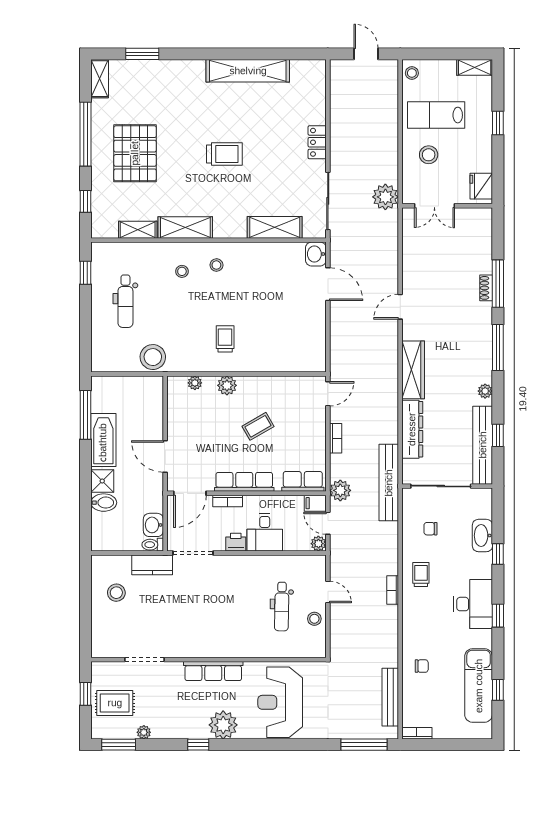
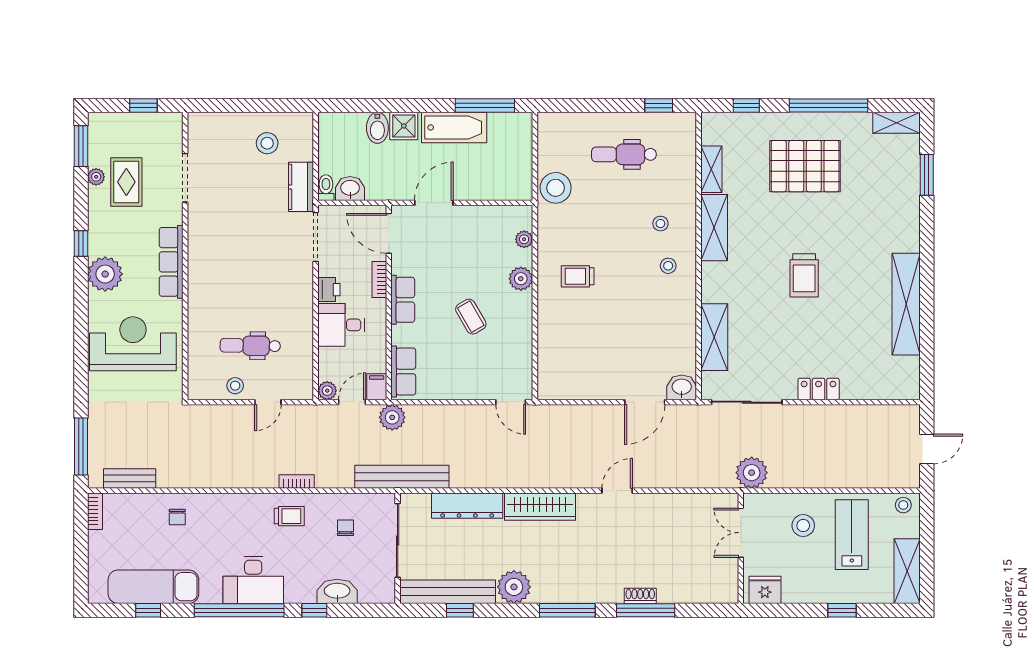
shelving: (475, 67) -> (907, 571), width x1.50, depth x1.33
door: (400, 307) -> (617, 491), hinge flipped
trolley: (225, 339) -> (578, 276), turned 180
plant: (485, 391) -> (514, 587), width x1.87, depth x1.87
bookcase: (336, 438) -> (456, 412), removed
row of seats: (244, 482) -> (403, 300), width x0.68
bookcase: (393, 590) -> (297, 482), moved
window: (498, 616) -> (239, 610), width x3.17
bench: (390, 697) -> (130, 479), width x0.73
rug: (115, 703) -> (126, 182), moved

